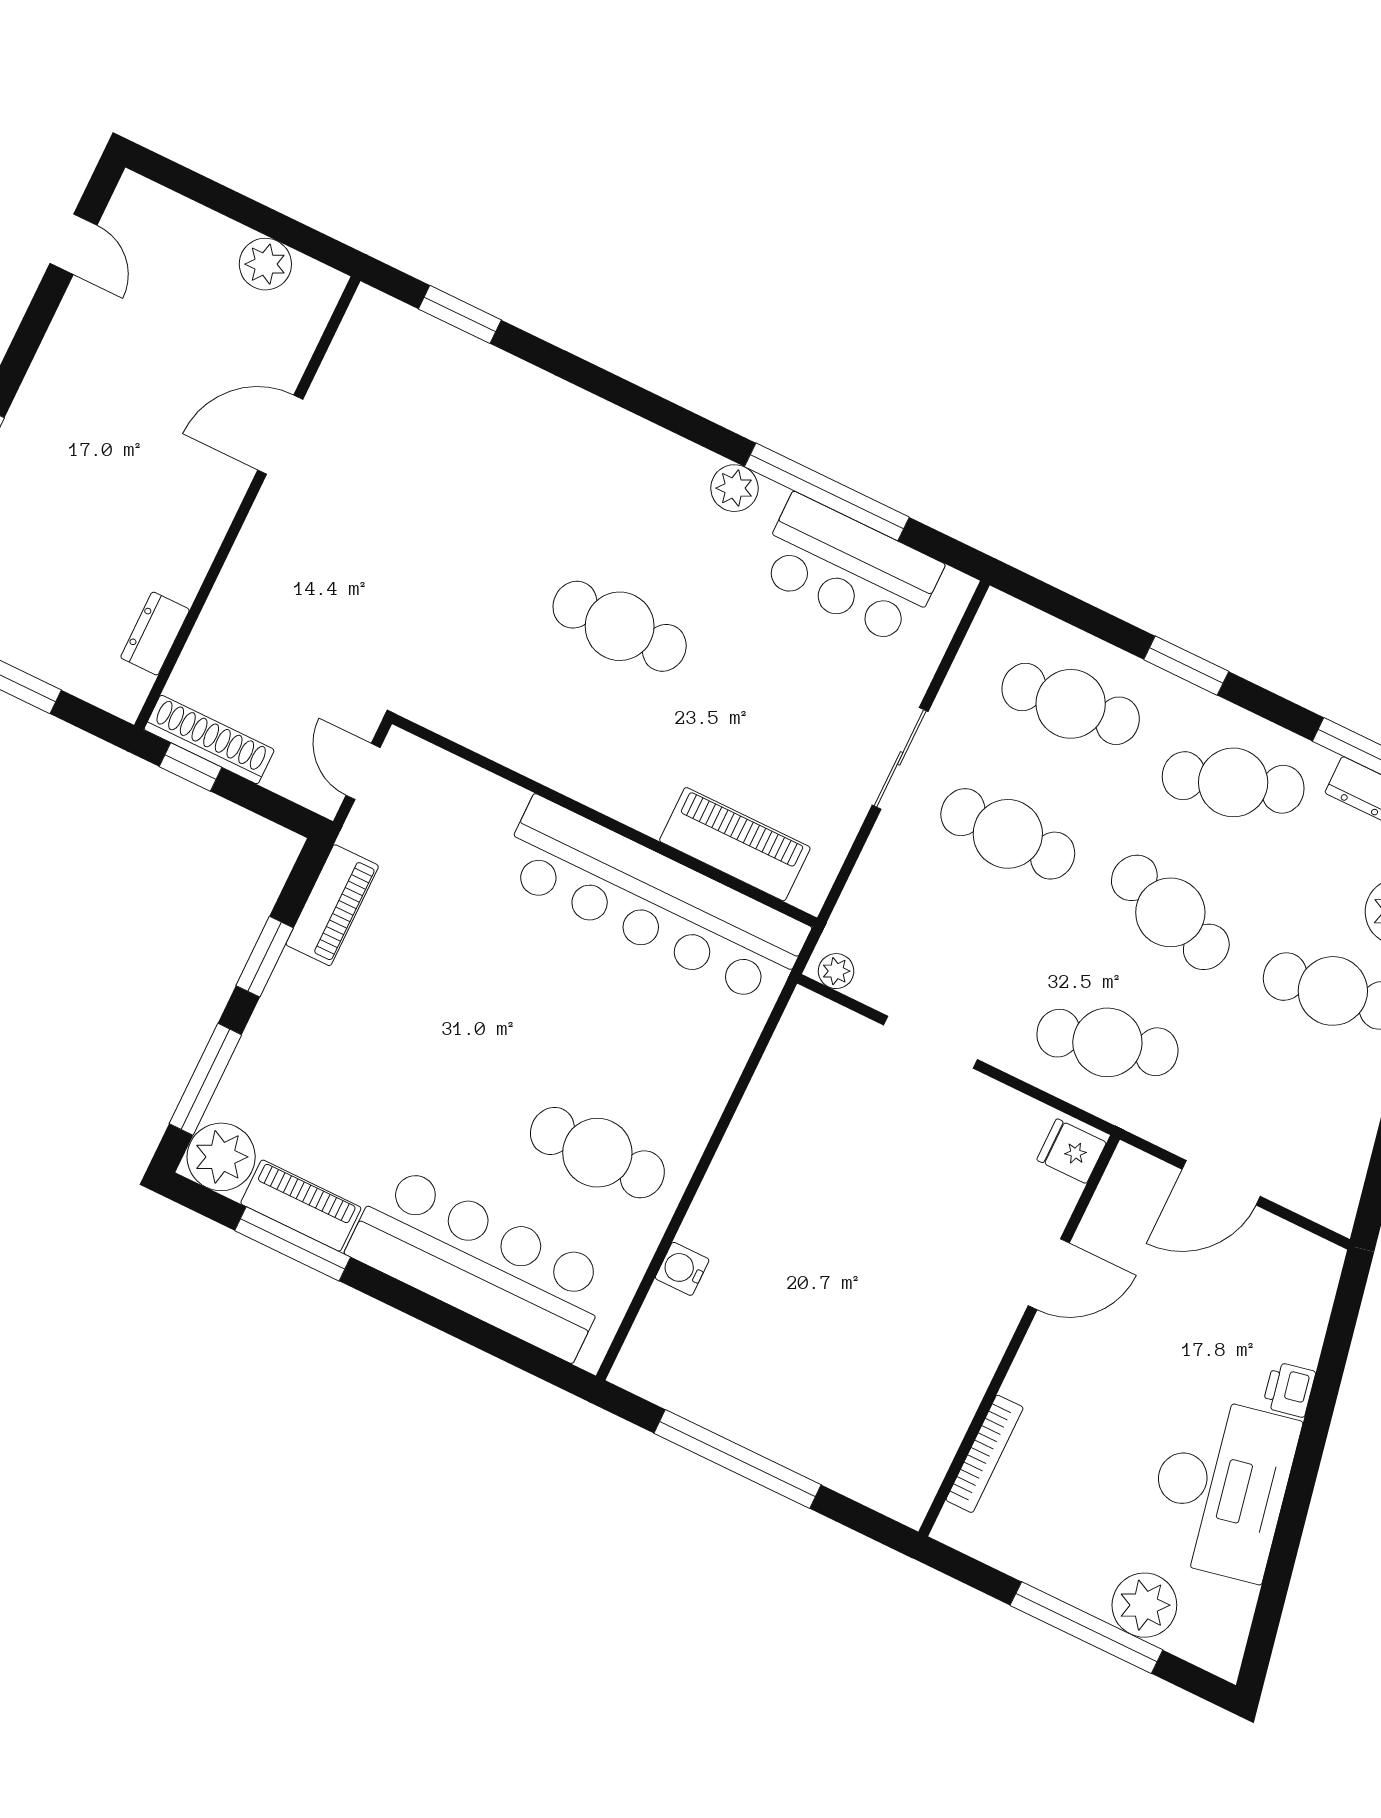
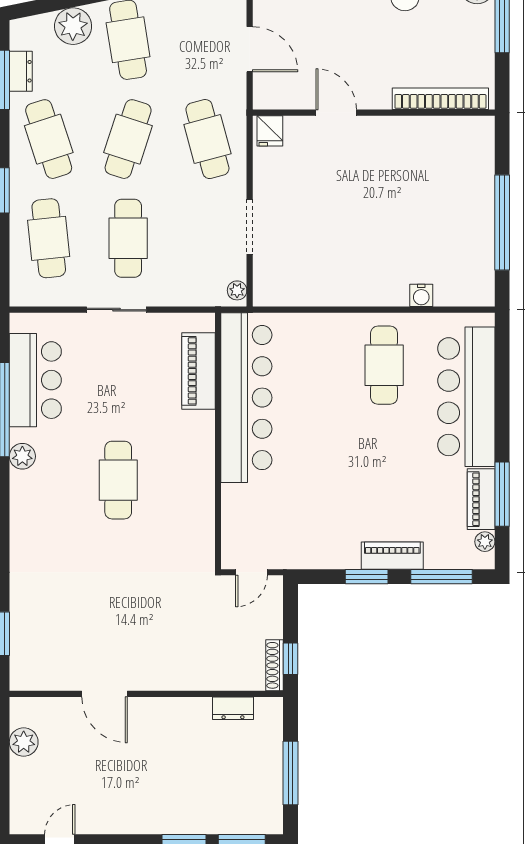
shoe rack: (209, 740) -> (275, 665), width x0.74, depth x0.81
piano: (332, 905) -> (392, 556), moved
plant: (221, 1157) -> (485, 542), width x0.53, depth x0.53
bookcase: (985, 1454) -> (440, 99), width x1.48, depth x1.31

